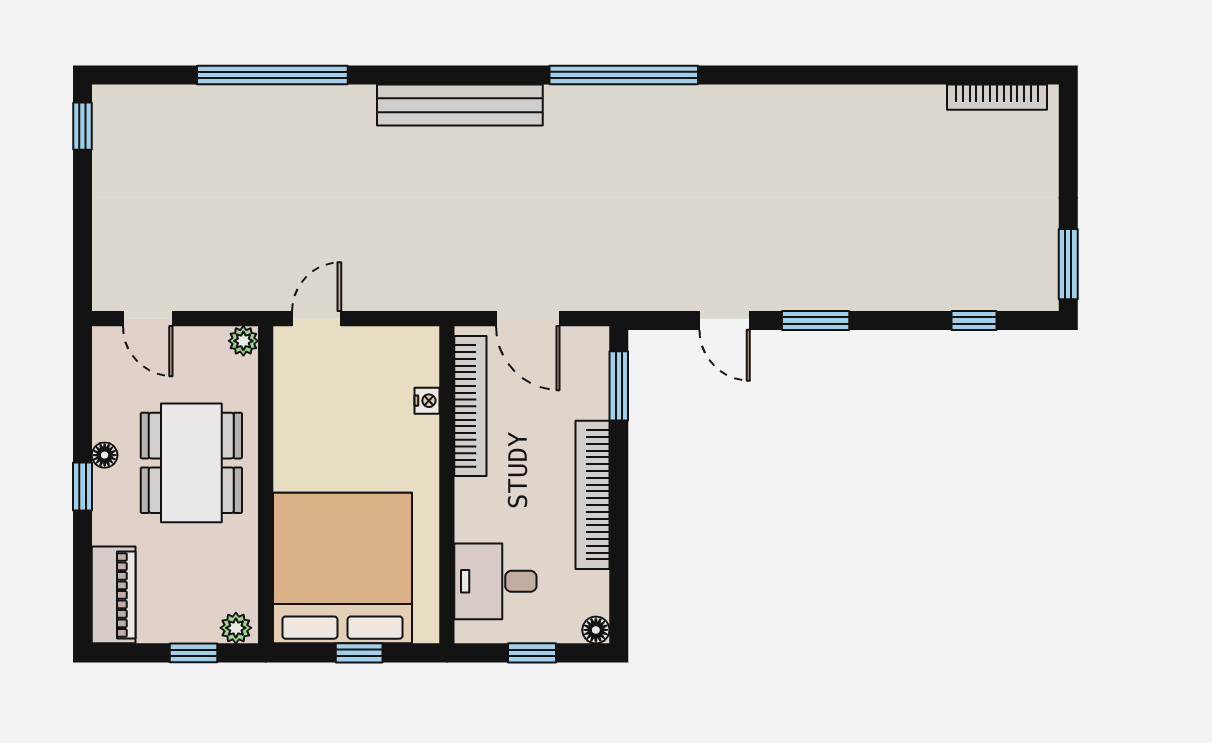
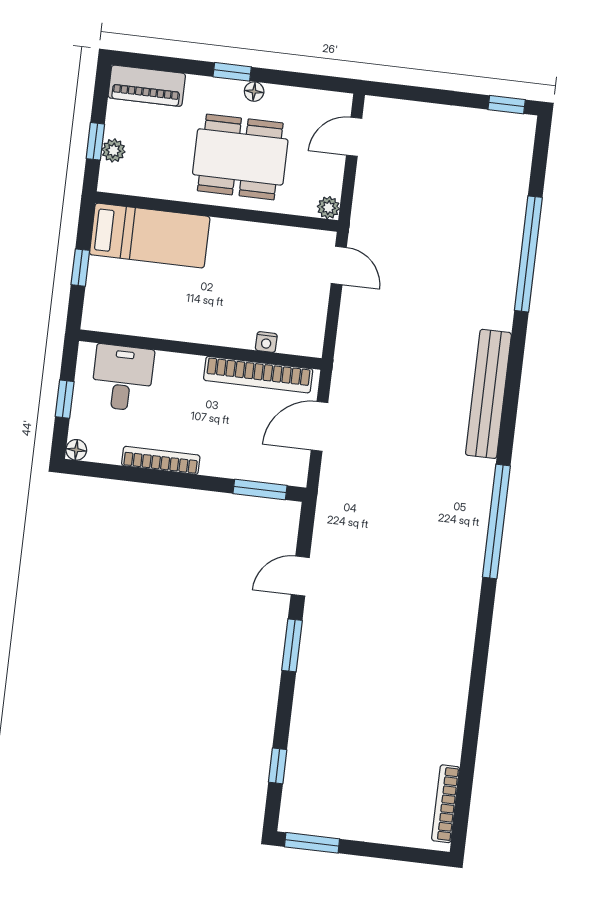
bookcase: (592, 495) -> (161, 460), width x0.68, depth x0.76
bed: (343, 568) -> (150, 236), width x0.49
plant: (236, 628) -> (113, 150), moved

